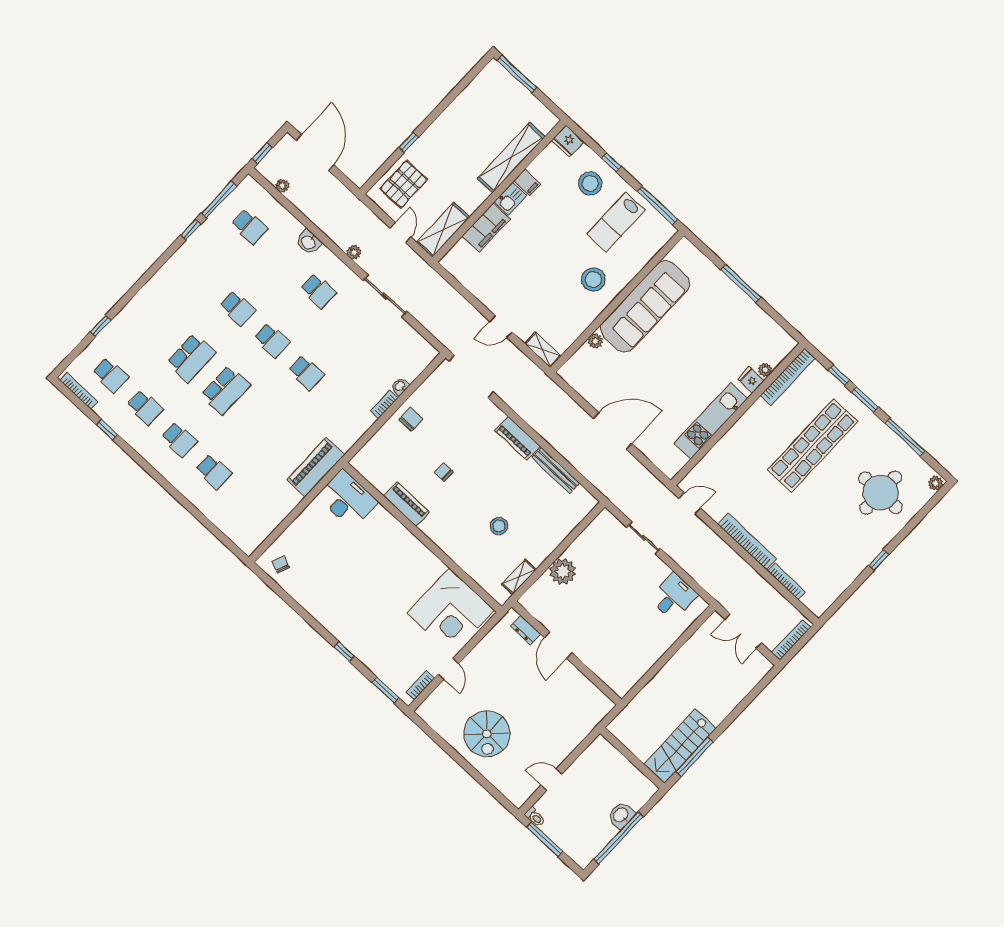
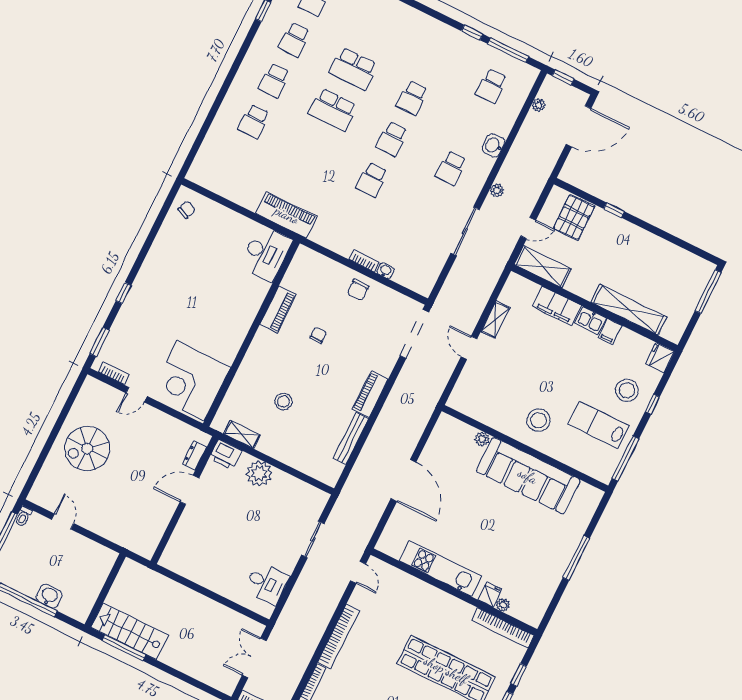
pallet: (404, 184) -> (574, 217), turned 90
shelving: (543, 350) -> (495, 320), moved
chair: (411, 419) -> (358, 290), turned 90
printer: (534, 599) -> (225, 455), added

